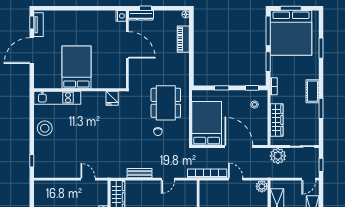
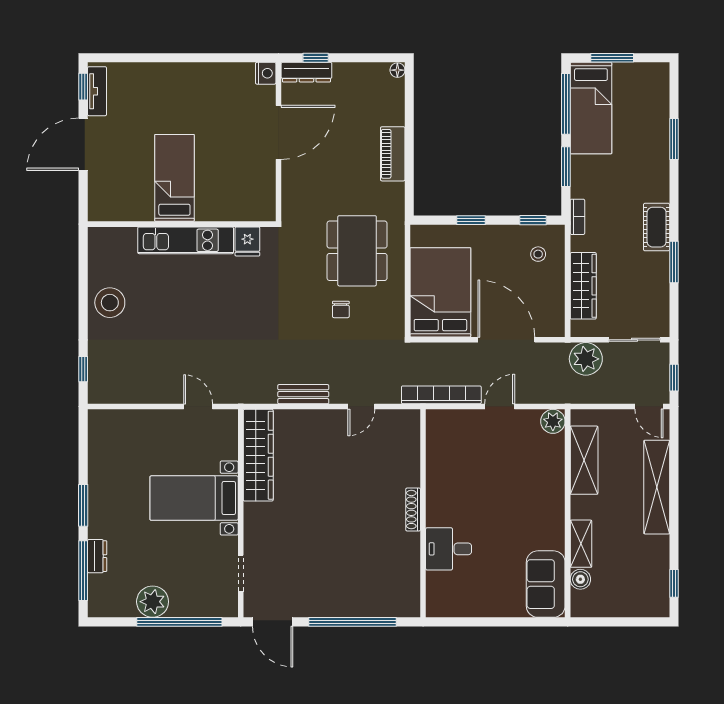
bed: (291, 33) -> (591, 108), width x0.49
piano: (183, 39) -> (393, 154), moved
door: (127, 45) -> (278, 132), hinge flipped
bed: (76, 67) -> (174, 178), width x0.67
kitchen unit: (57, 98) -> (186, 240), moved
door: (236, 179) -> (500, 407), hinge flipped
door: (309, 179) -> (649, 407), hinge flipped

